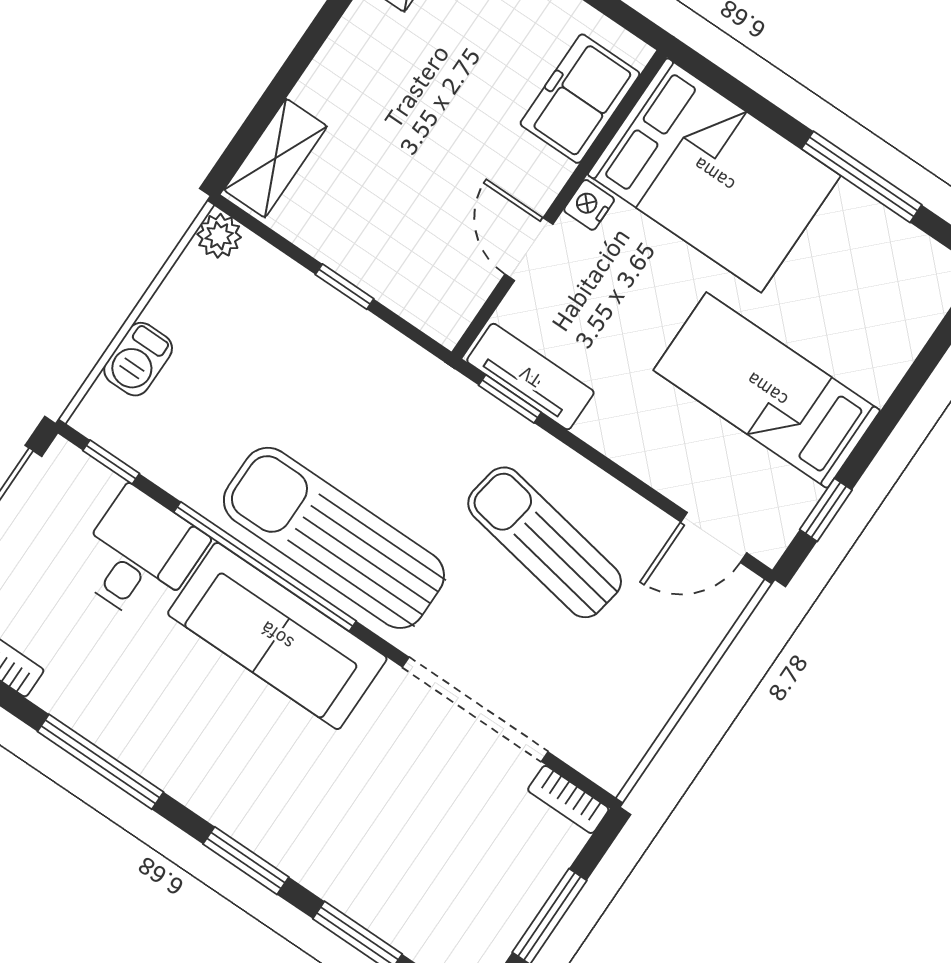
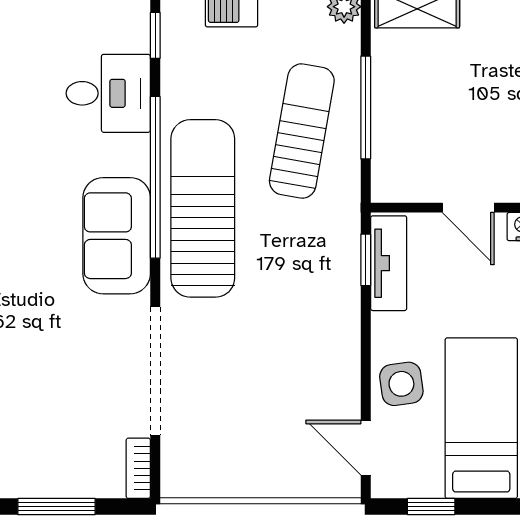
door: (529, 249) -> (468, 208), swing flipped
window: (345, 287) -> (366, 107), width x2.17
side table: (671, 452) -> (401, 384), added
sun lounger: (545, 542) -> (302, 131), moved
sofa: (277, 636) -> (117, 236), width x0.73

